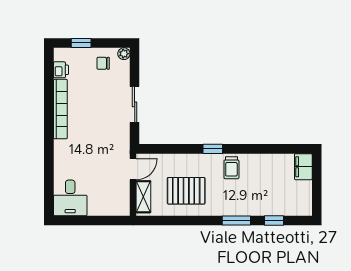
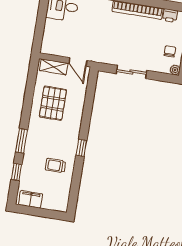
window: (213, 149) -> (81, 148), moved
filing cabinet: (303, 167) -> (31, 199), moved
trolley: (231, 168) -> (55, 165), moved

